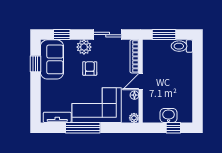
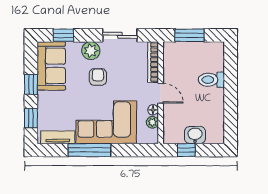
toilet: (182, 46) -> (211, 80), moved
window: (35, 64) -> (31, 84), moved
door: (141, 82) -> (161, 93), swing flipped
window: (35, 102) -> (31, 118), added
plant: (134, 118) -> (152, 122), moved
window: (173, 128) -> (186, 150), moved

